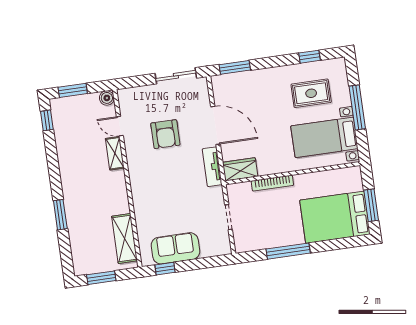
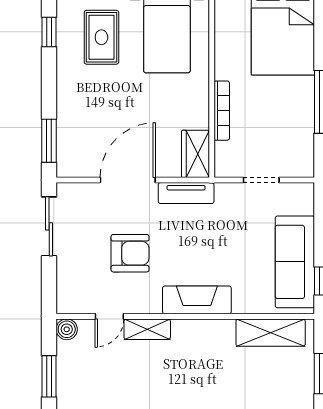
fireplace: (140, 185) -> (197, 300), added
sofa: (175, 248) -> (295, 262), width x1.36

